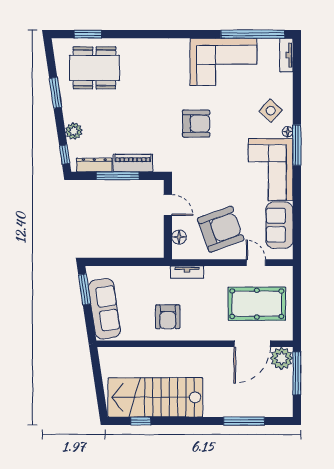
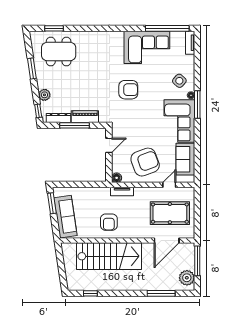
door: (168, 205) -> (109, 145), hinge flipped
floor lamp: (179, 237) -> (117, 178), moved
door: (256, 263) -> (169, 185), hinge flipped
plant: (282, 358) -> (187, 278), moved
stairs: (155, 397) -> (109, 256), moved, turned 180

